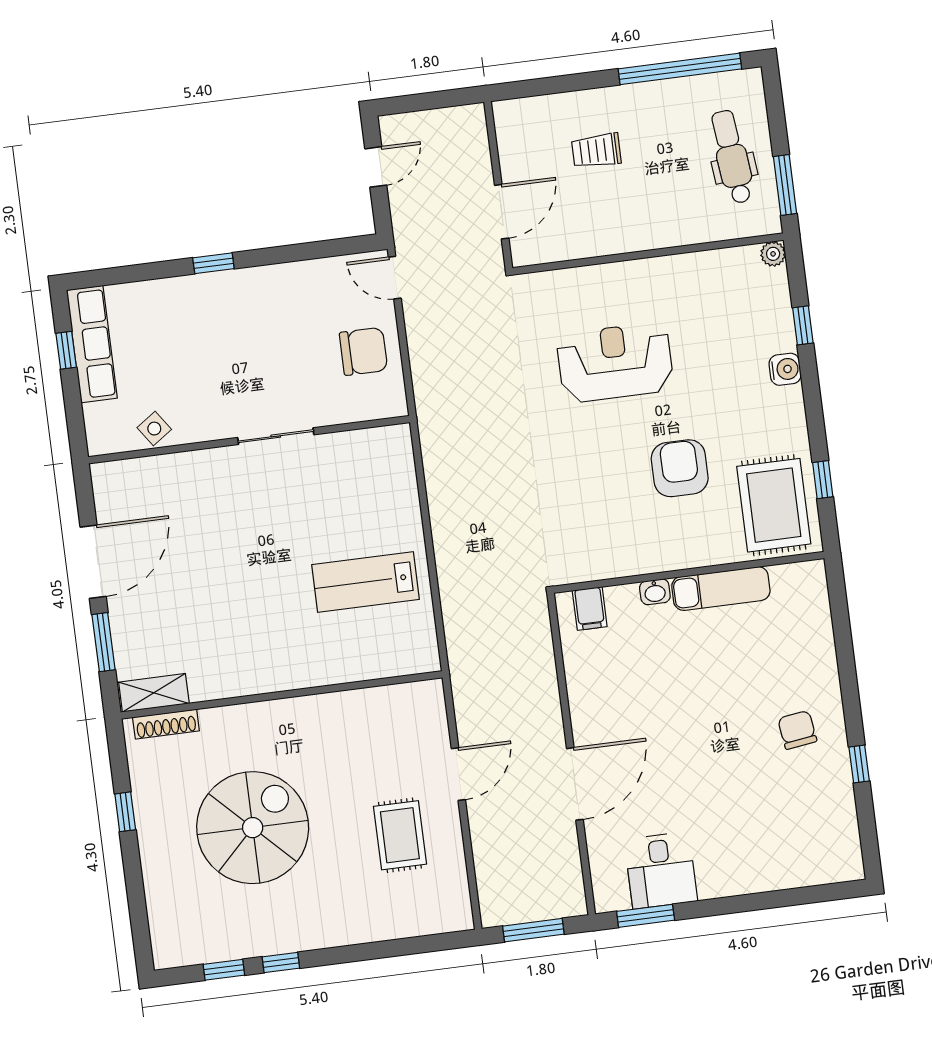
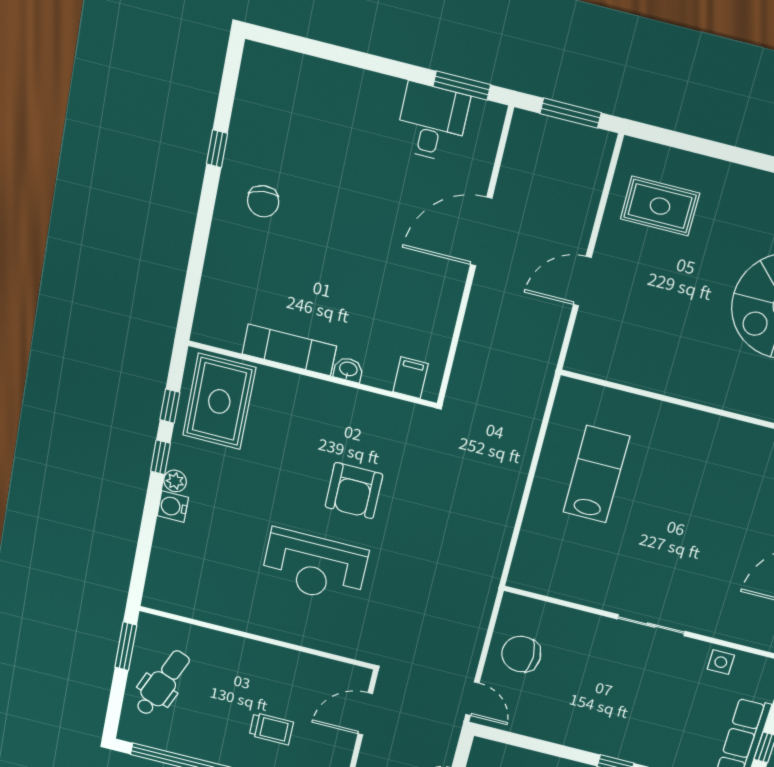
dental chair: (732, 157) -> (162, 683), turned -152
plant: (773, 254) -> (175, 481), moved
window: (803, 325) -> (160, 457), moved
side table: (154, 429) -> (721, 662), turned 35
sliding door: (276, 436) -> (651, 625), moved
armchair: (680, 468) -> (354, 491), moved
lab bench: (365, 582) -> (596, 474), turned -90
rug: (400, 835) -> (660, 206), moved, turned 90

